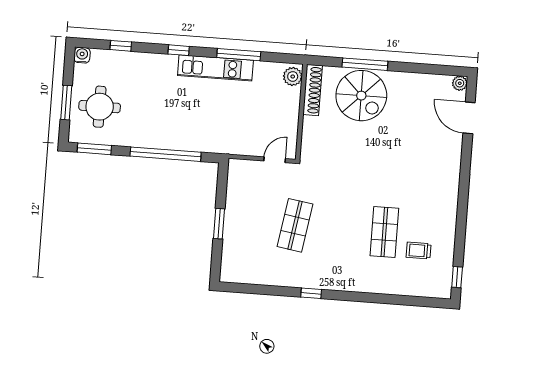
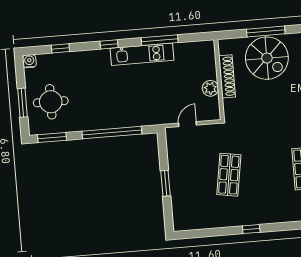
plant: (293, 76) -> (210, 88), moved
shoe rack: (313, 90) -> (227, 76), moved
door: (275, 160) -> (187, 124), moved

